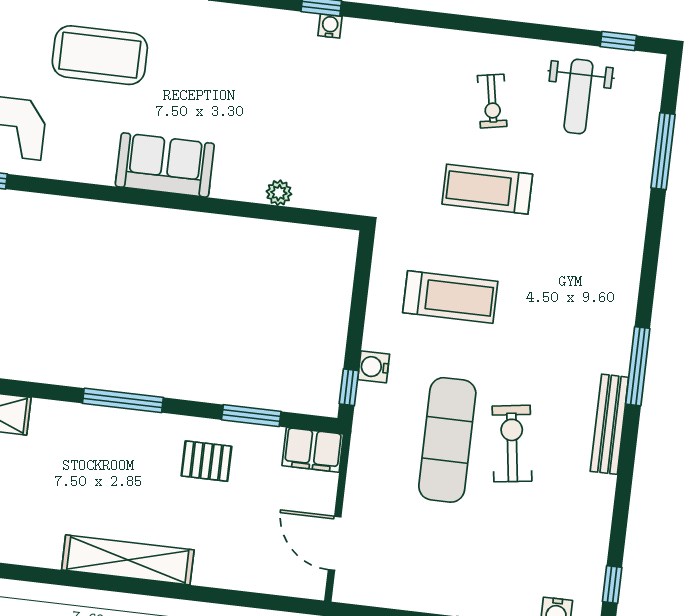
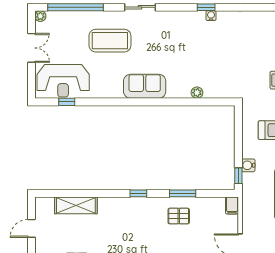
window: (123, 400) -> (138, 193), width x0.46
window: (251, 416) -> (183, 193), moved
filing cabinet: (313, 450) -> (232, 205), width x0.50

